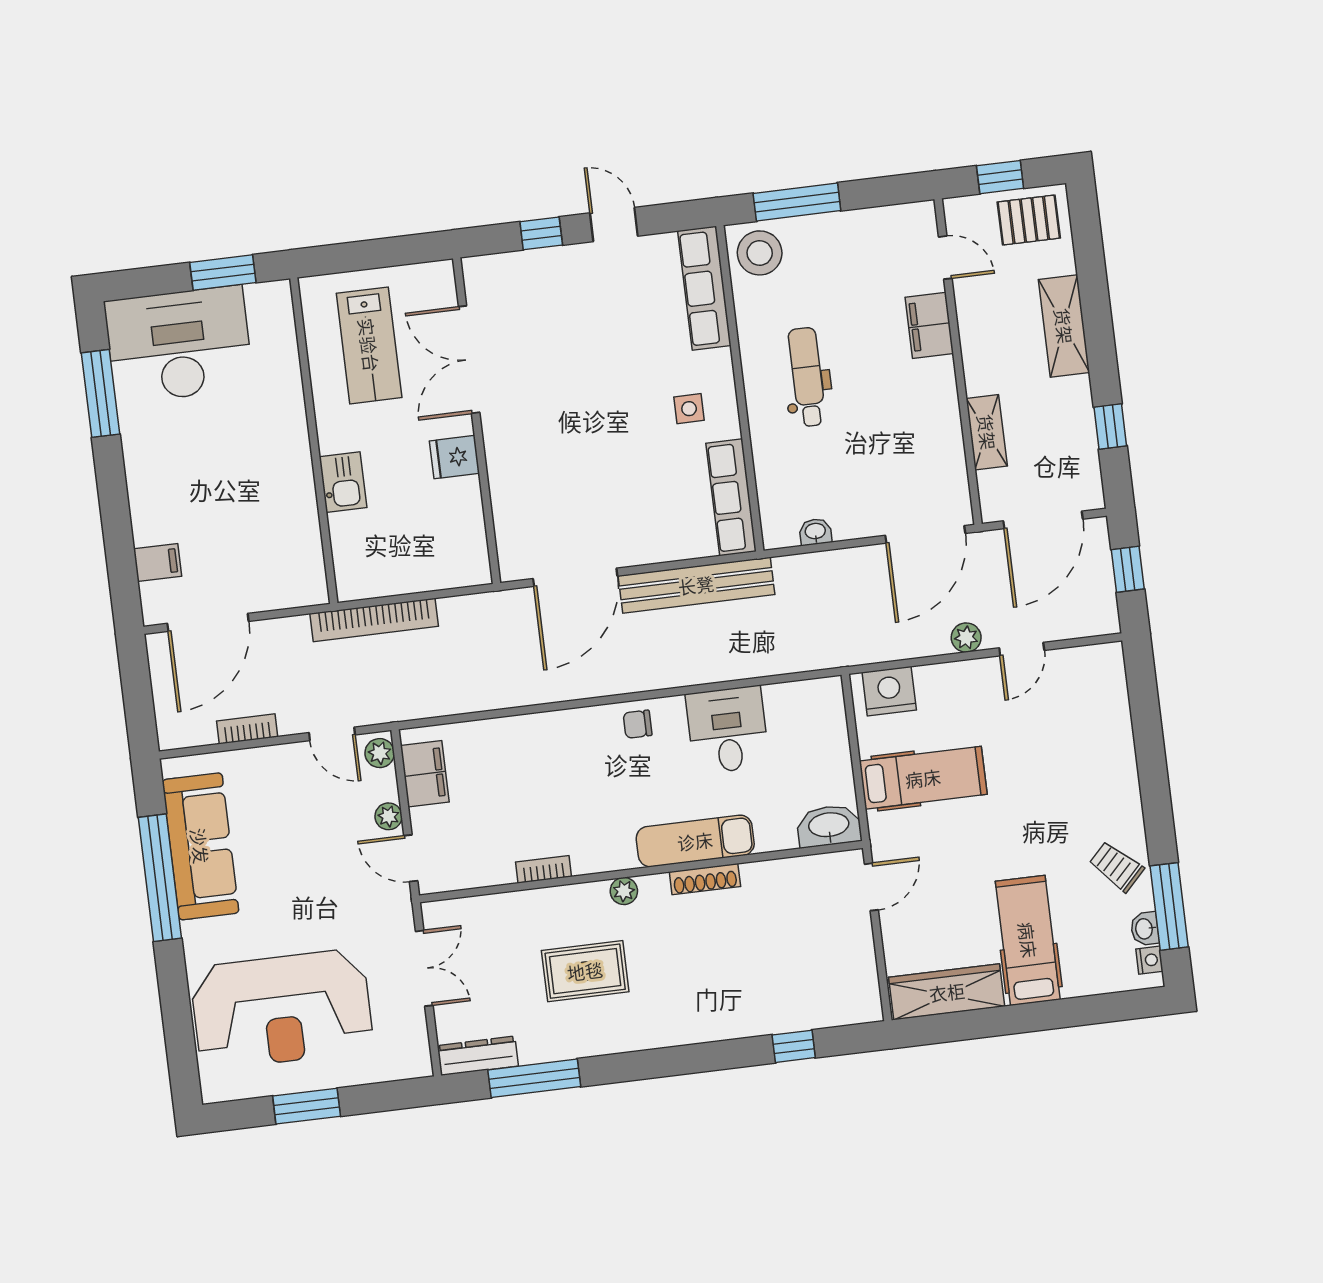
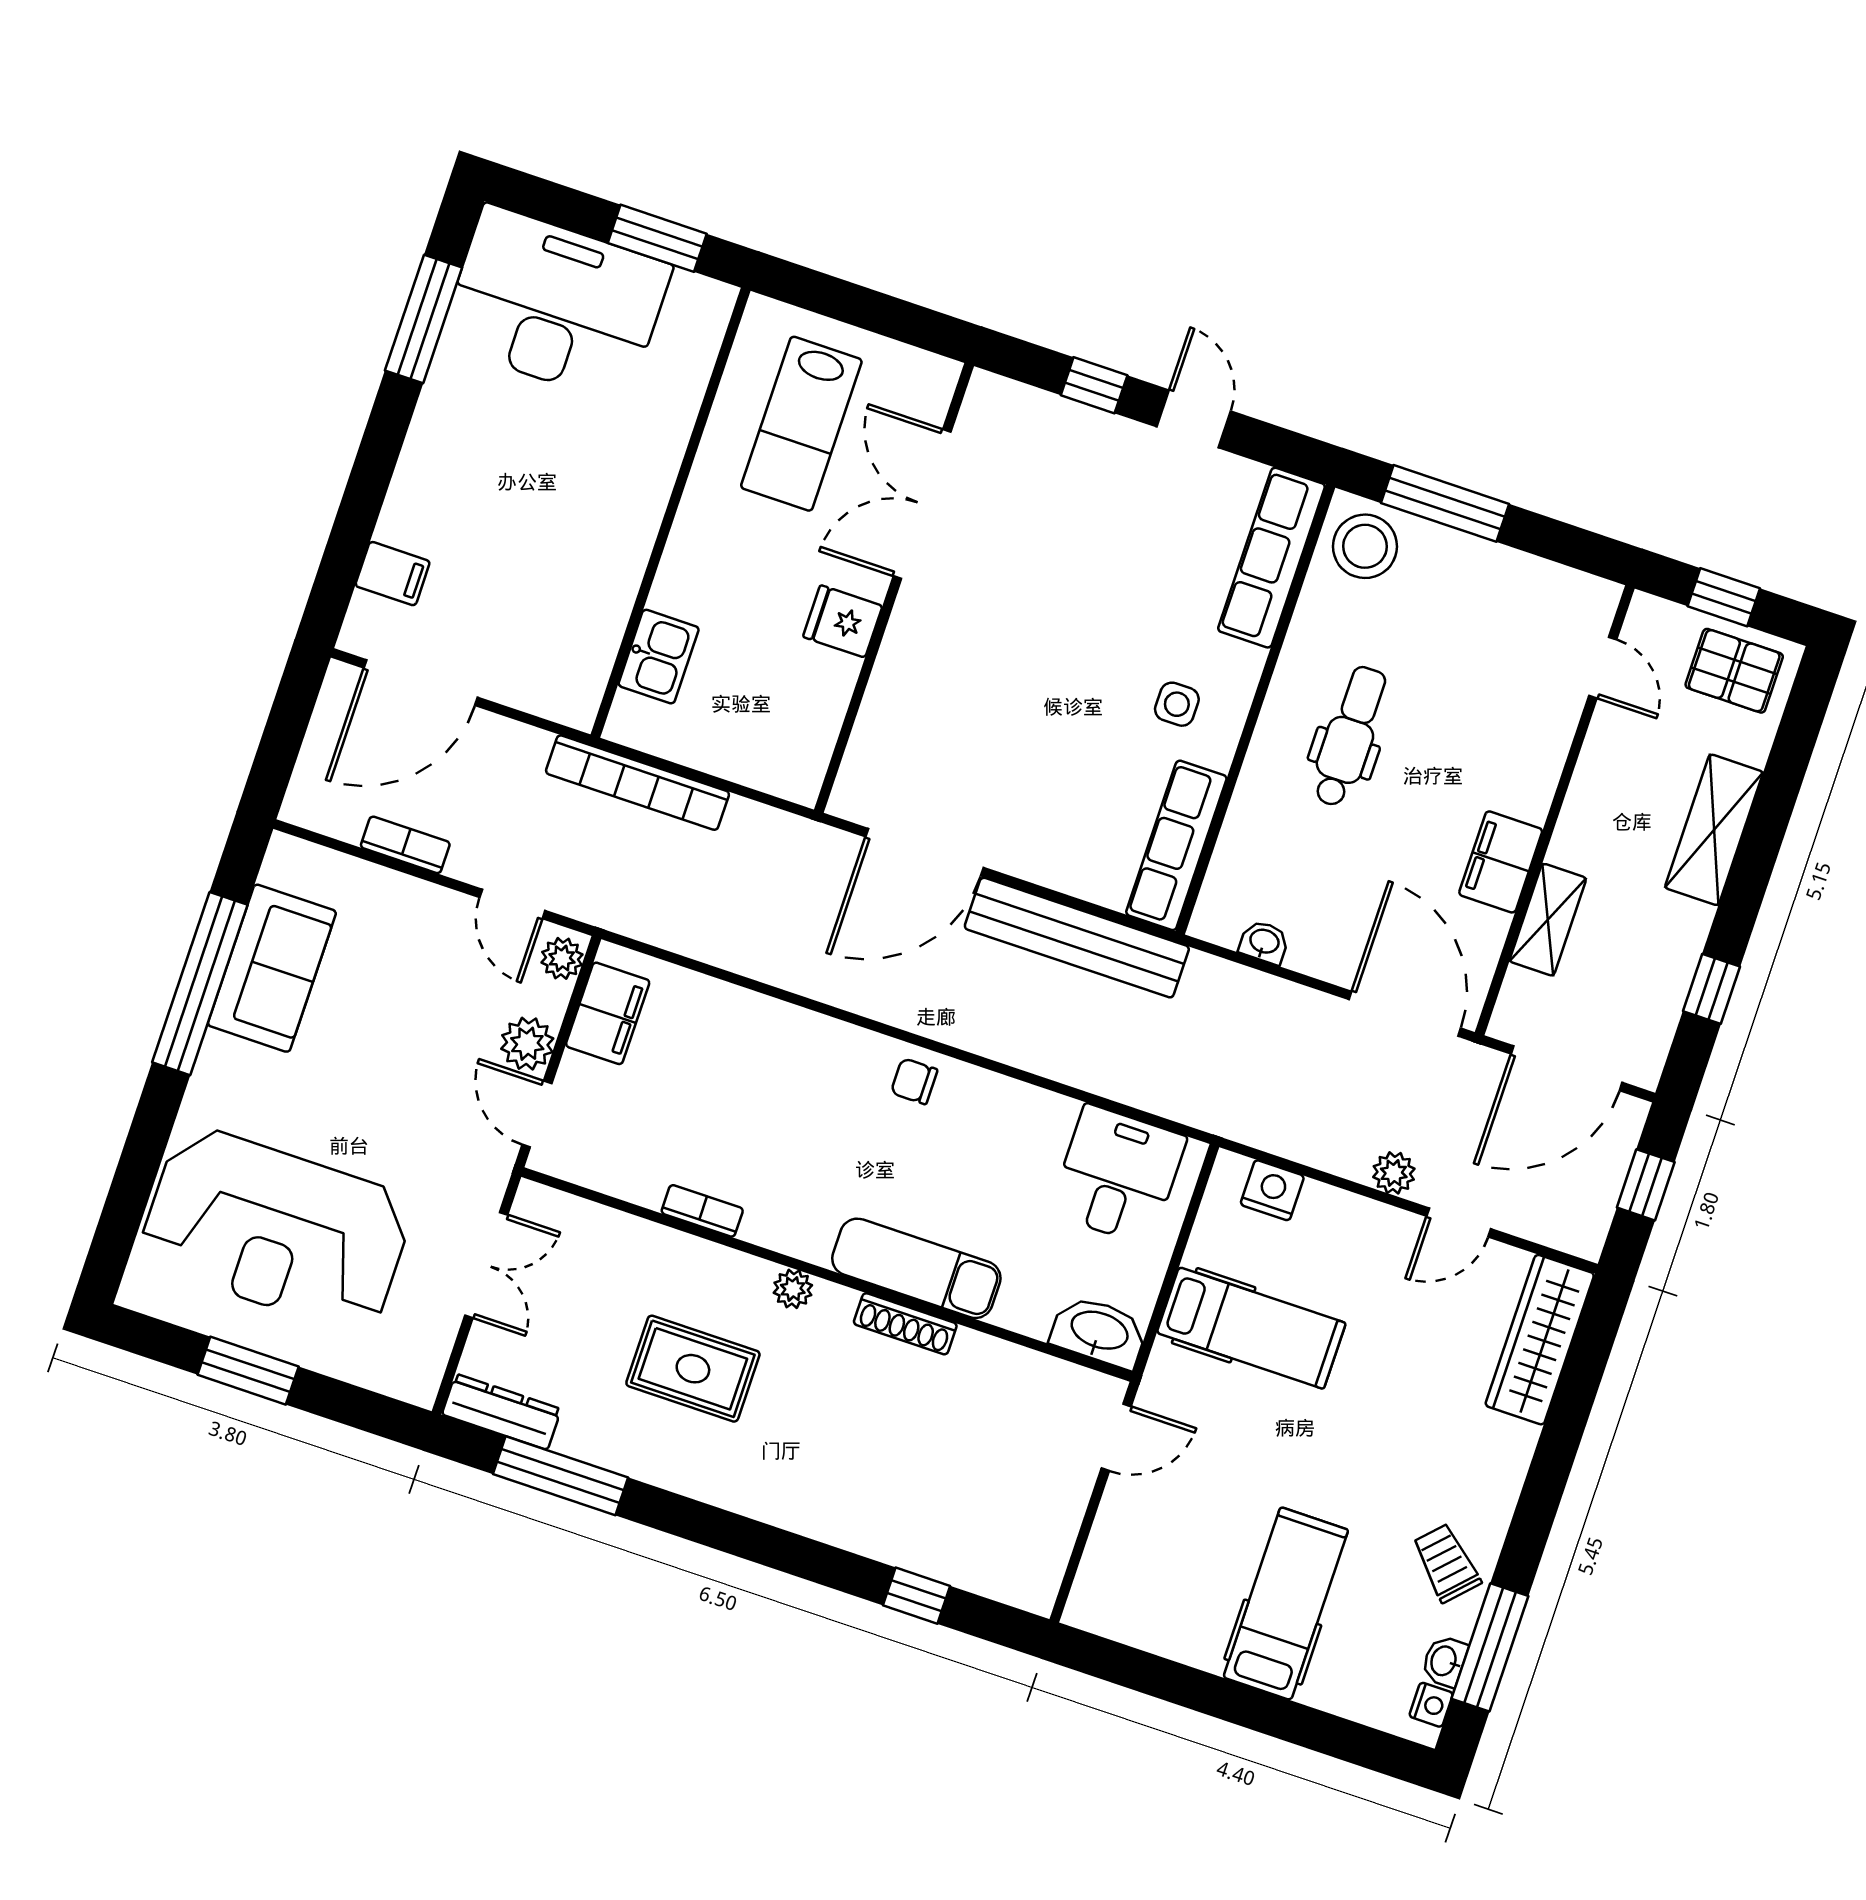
filing cabinet: (929, 325) -> (1501, 862), moved
kitchen sink: (343, 482) -> (659, 657), moved
door: (925, 534) -> (1405, 1014), swing flipped
nightstand: (889, 691) -> (1272, 1190), width x0.74, depth x0.75
desk: (727, 730) -> (1118, 1175), moved
plant: (388, 816) -> (527, 1044), width x1.38, depth x1.38
sofa: (200, 846) -> (272, 968), width x0.73
wardrobe: (947, 992) -> (1540, 1340), moved, turned -90

